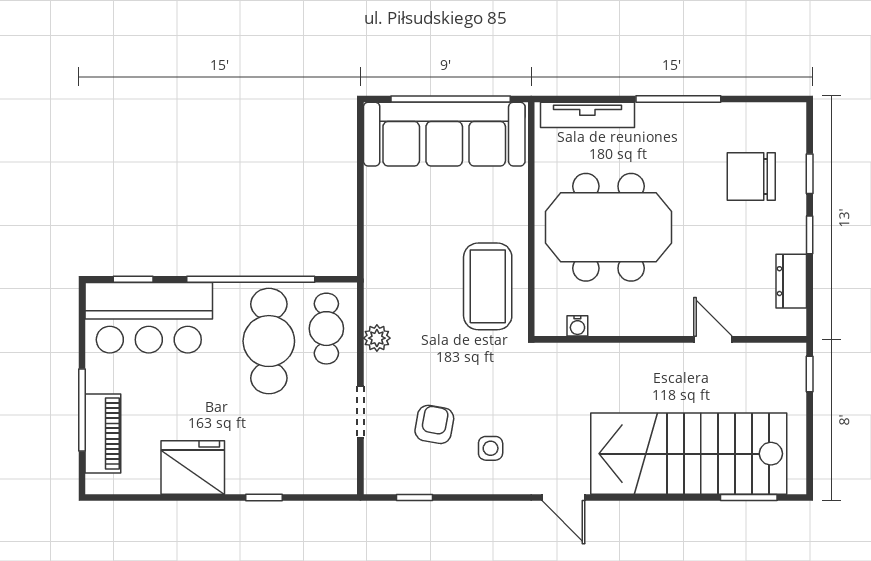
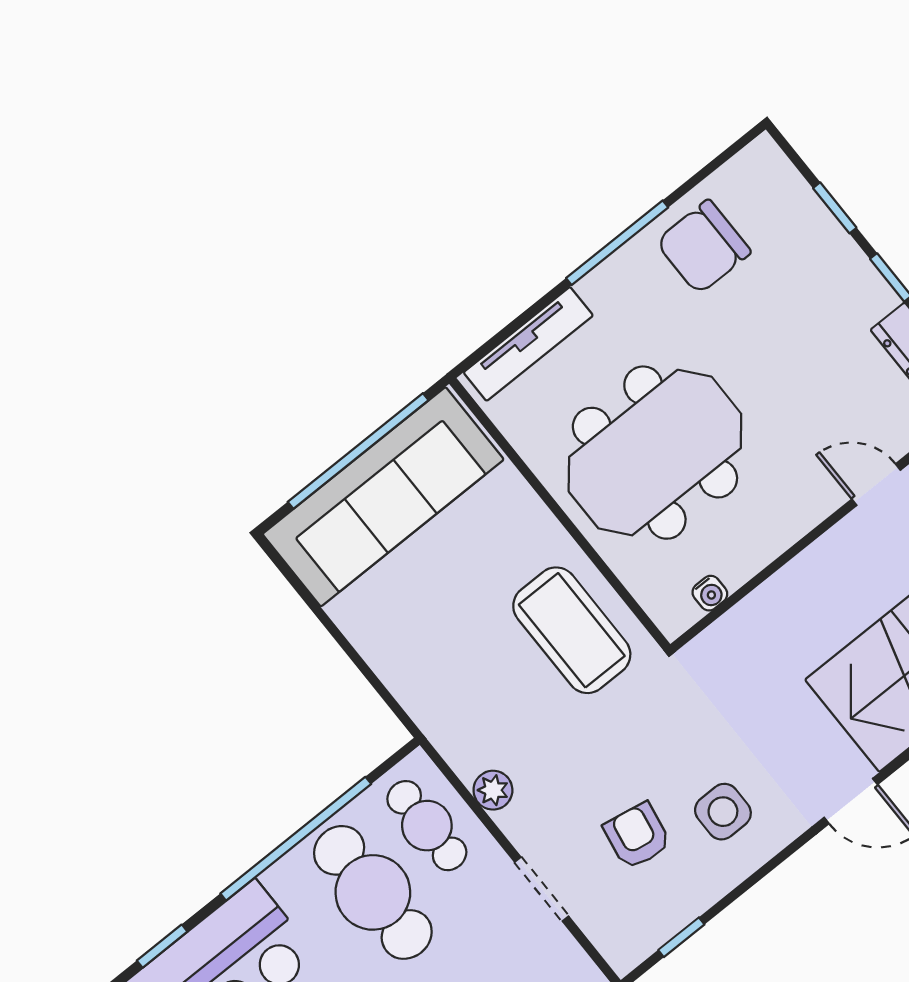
chair: (751, 176) -> (703, 247), moved
side table: (491, 448) -> (723, 812), width x1.37, depth x1.37

